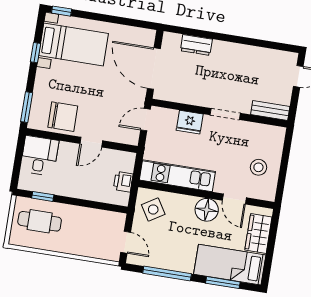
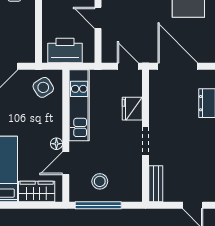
door: (154, 69) -> (178, 66), hinge flipped
window: (283, 173) -> (98, 205), added
printer: (123, 182) -> (65, 51), width x1.87, depth x1.48
floor lamp: (207, 210) -> (56, 144), width x0.53, depth x0.53

